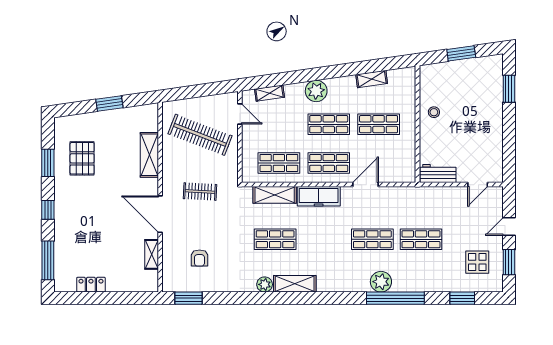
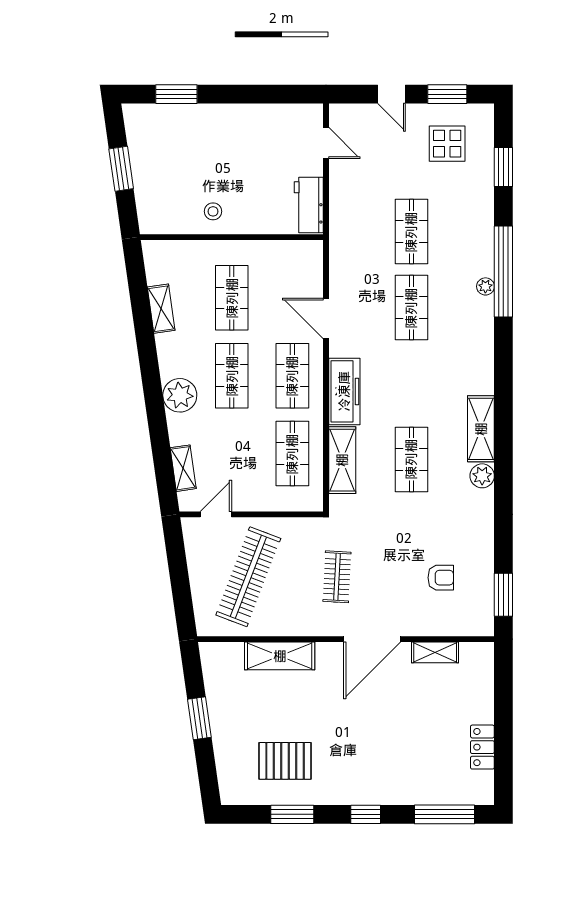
plant: (381, 282) -> (485, 286), width x0.53, depth x0.53

